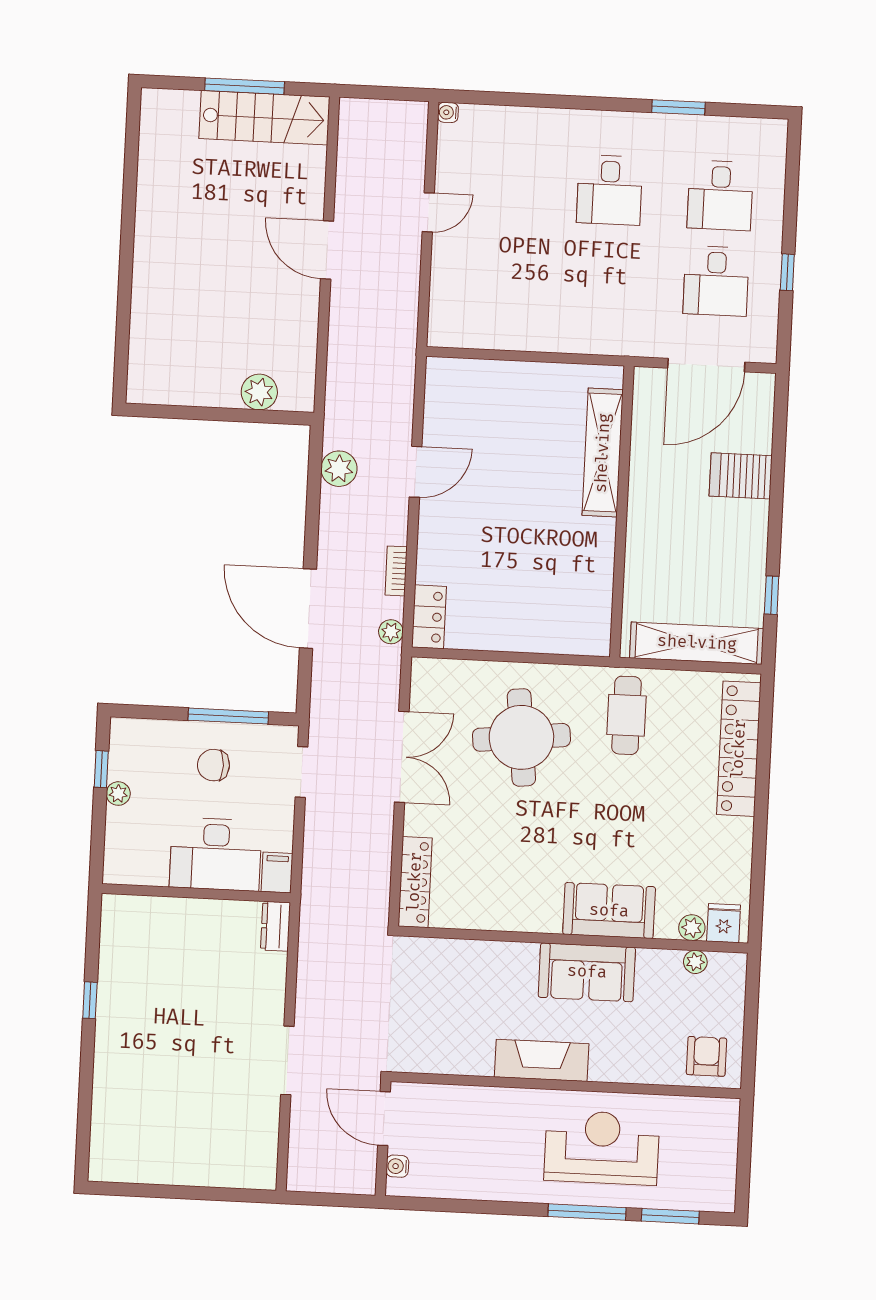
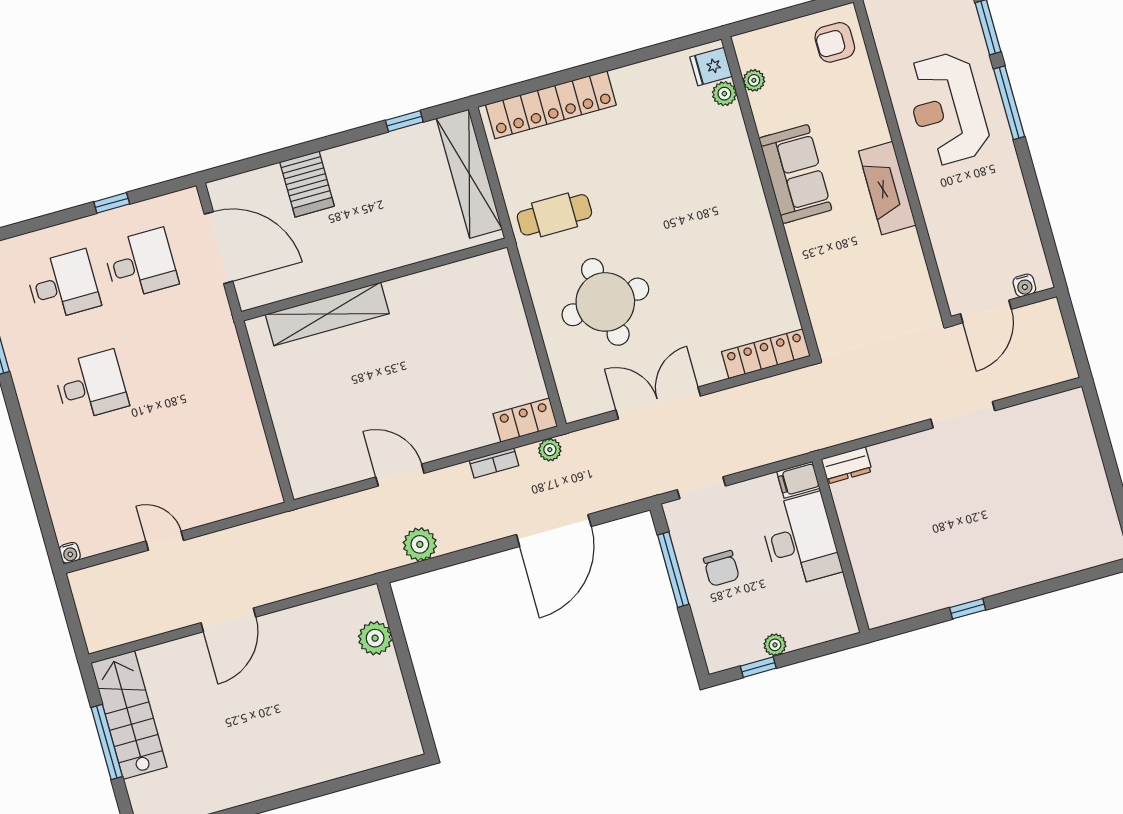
sofa: (609, 911) -> (734, 173), removed

